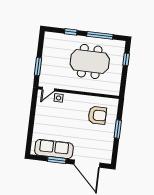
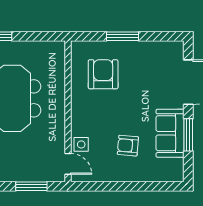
armchair: (55, 125) -> (128, 146), added
sofa: (54, 149) -> (170, 133), width x0.73

